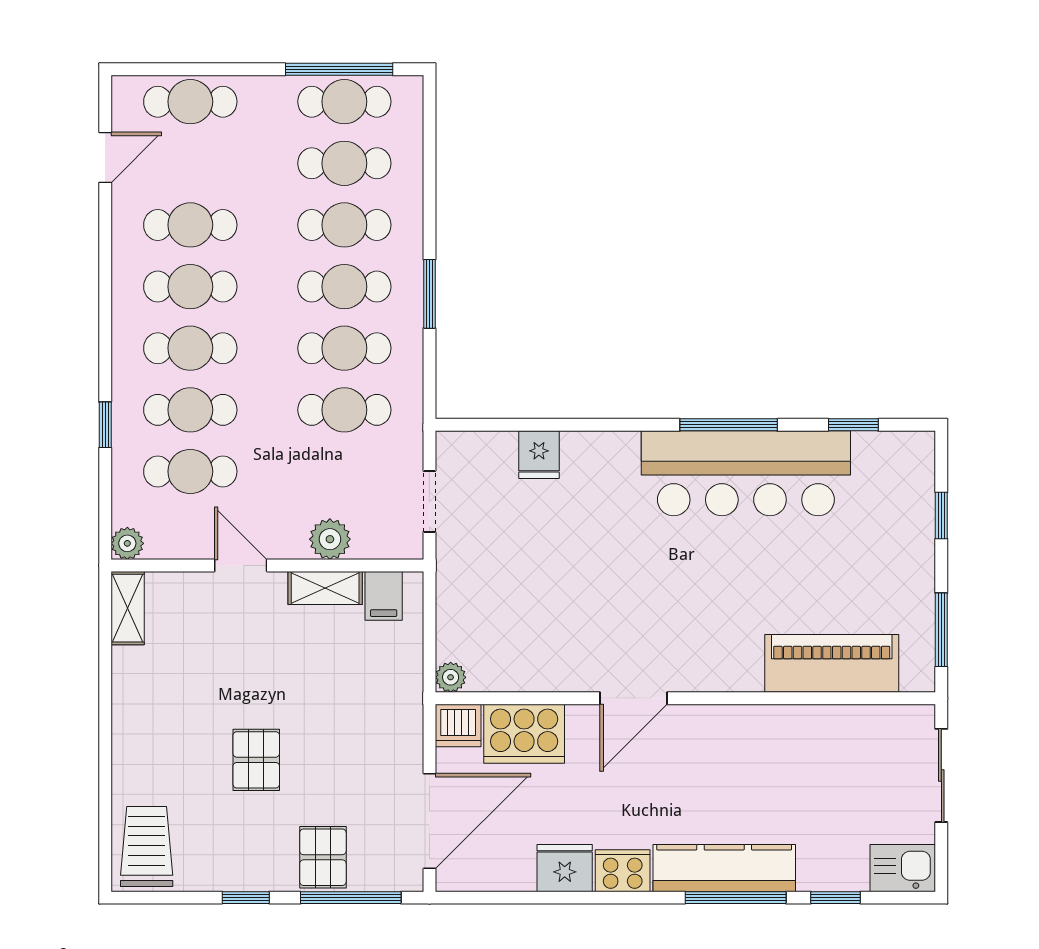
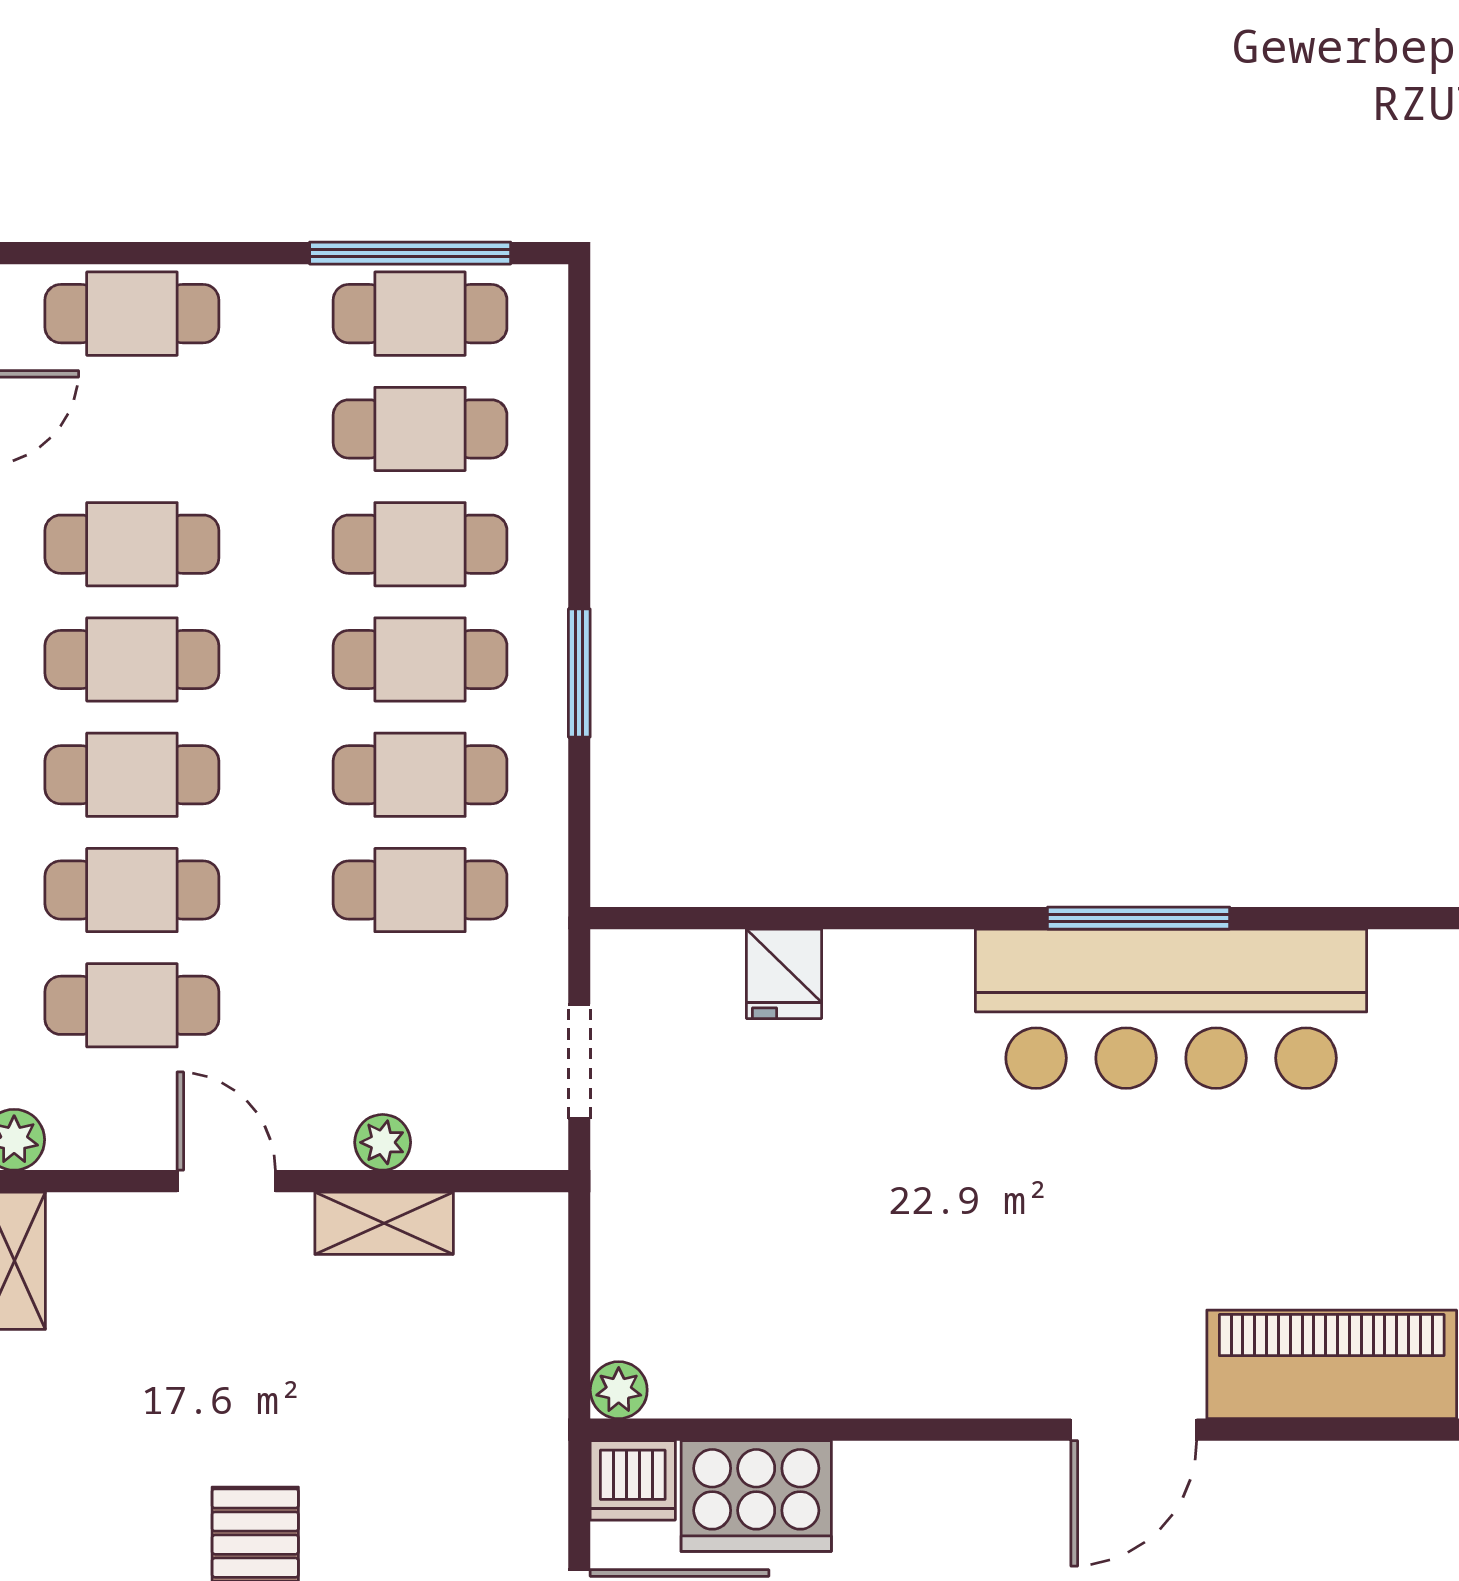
window: (853, 425) -> (1372, 918), removed
plant: (330, 539) -> (383, 1142), width x0.73, depth x0.73
filing cabinet: (384, 596) -> (494, 1238), removed
door: (633, 698) -> (1134, 1430), moved

